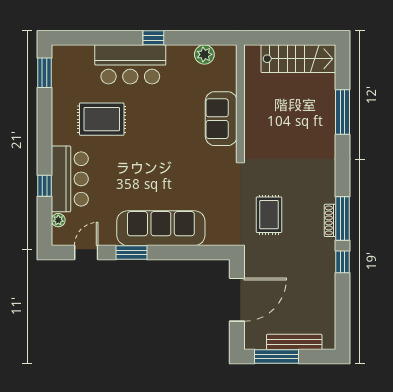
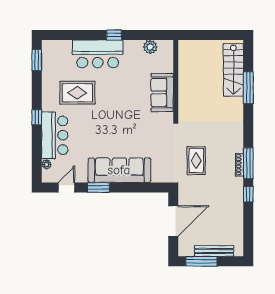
stairs: (298, 59) -> (233, 70), moved, turned 90
window: (45, 186) -> (37, 117), moved

